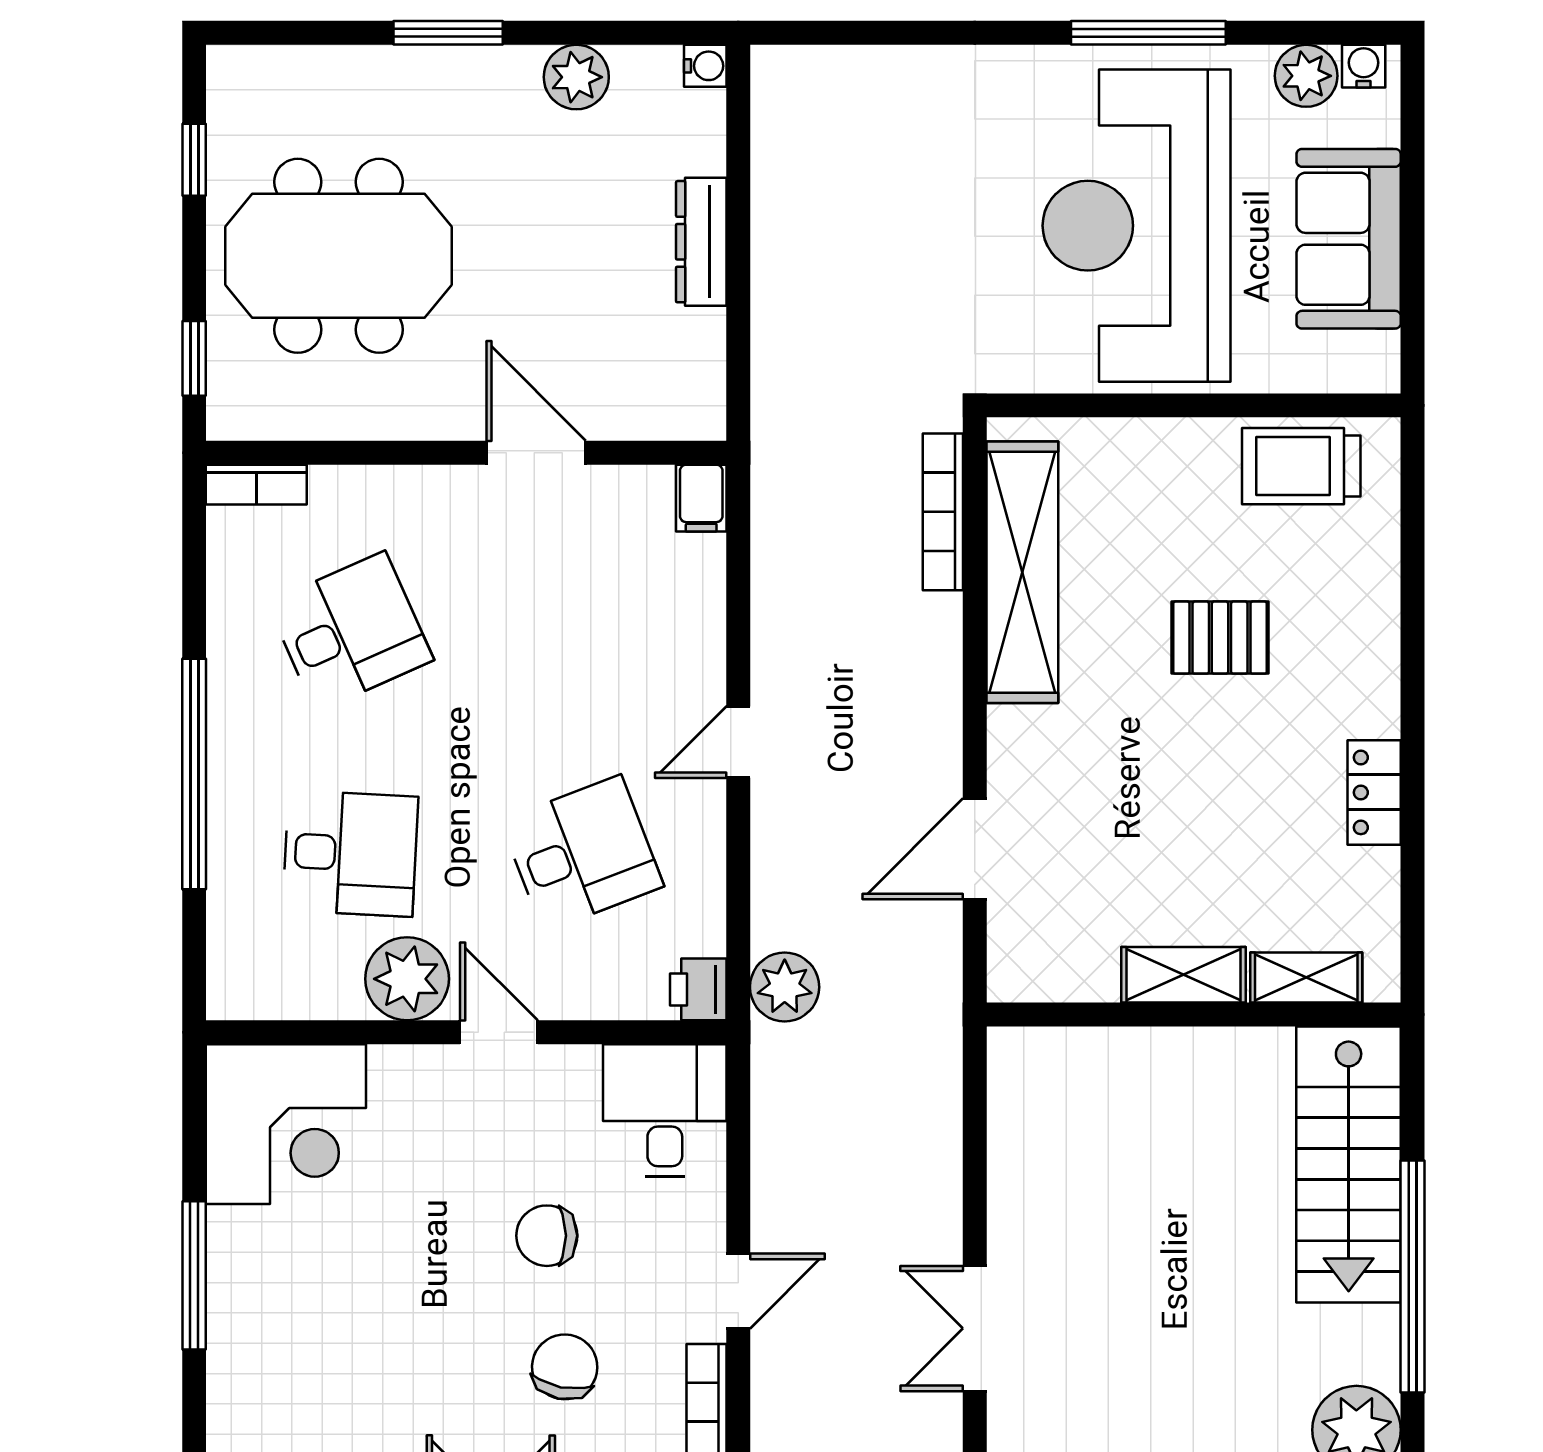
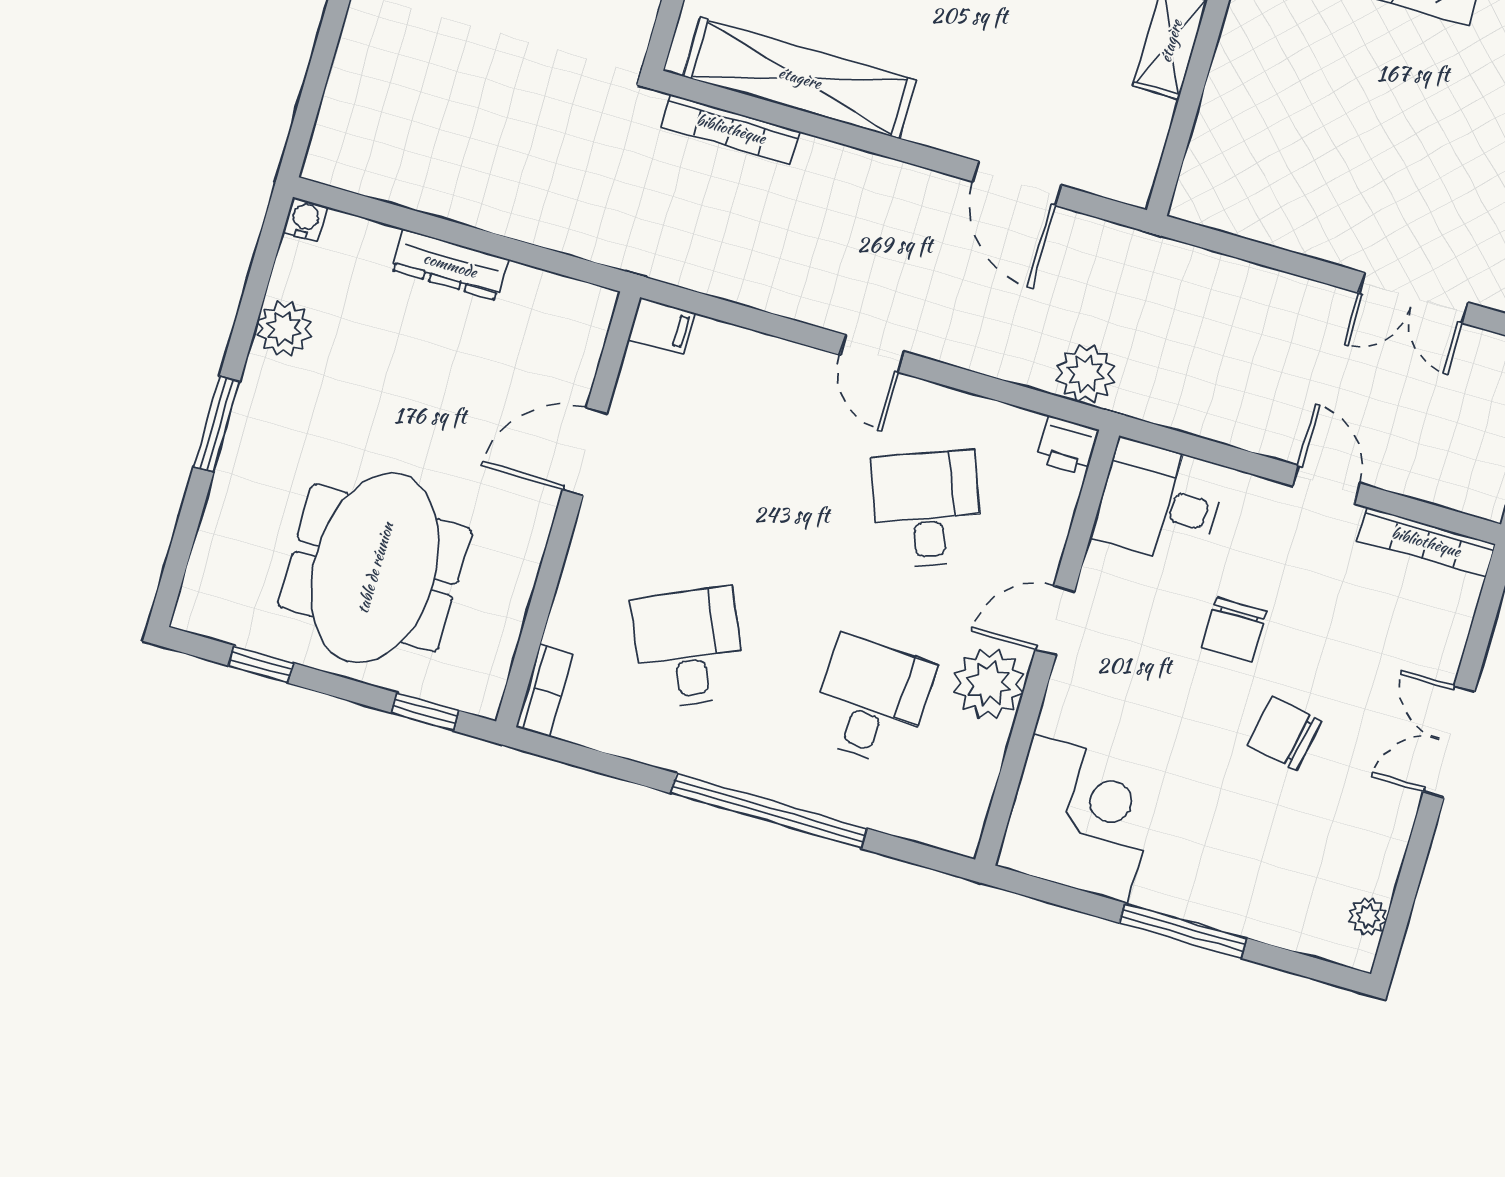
chair: (565, 1367) -> (1284, 733), moved

